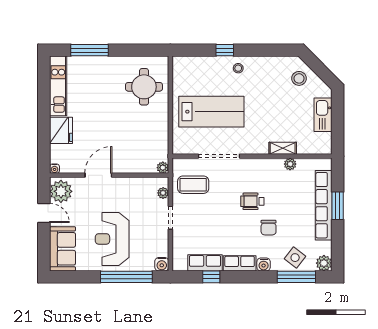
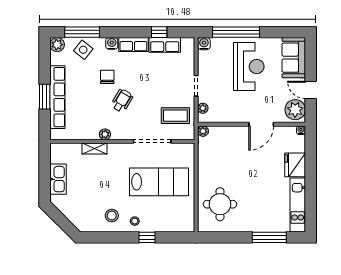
stool: (299, 78) -> (112, 216), moved
lab bench: (211, 112) -> (159, 182), turned 180
plant: (290, 164) -> (105, 134), moved
wheelchair: (252, 201) -> (122, 101), turned -59

